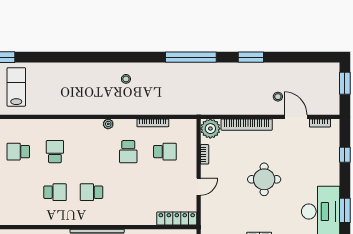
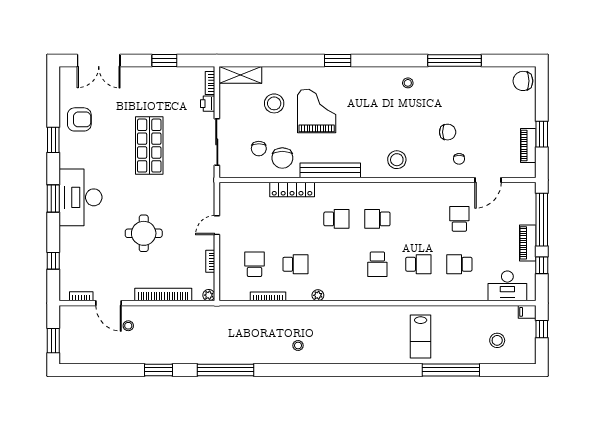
plant: (210, 129) -> (209, 295), width x0.53, depth x0.53
school desk: (128, 152) -> (295, 264), turned 90
school desk: (165, 152) -> (255, 264), turned 90
locker: (177, 218) -> (292, 190), moved

